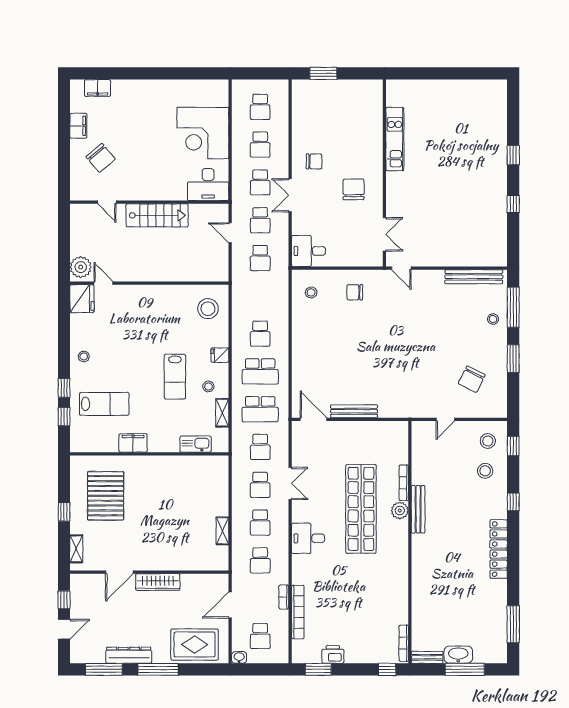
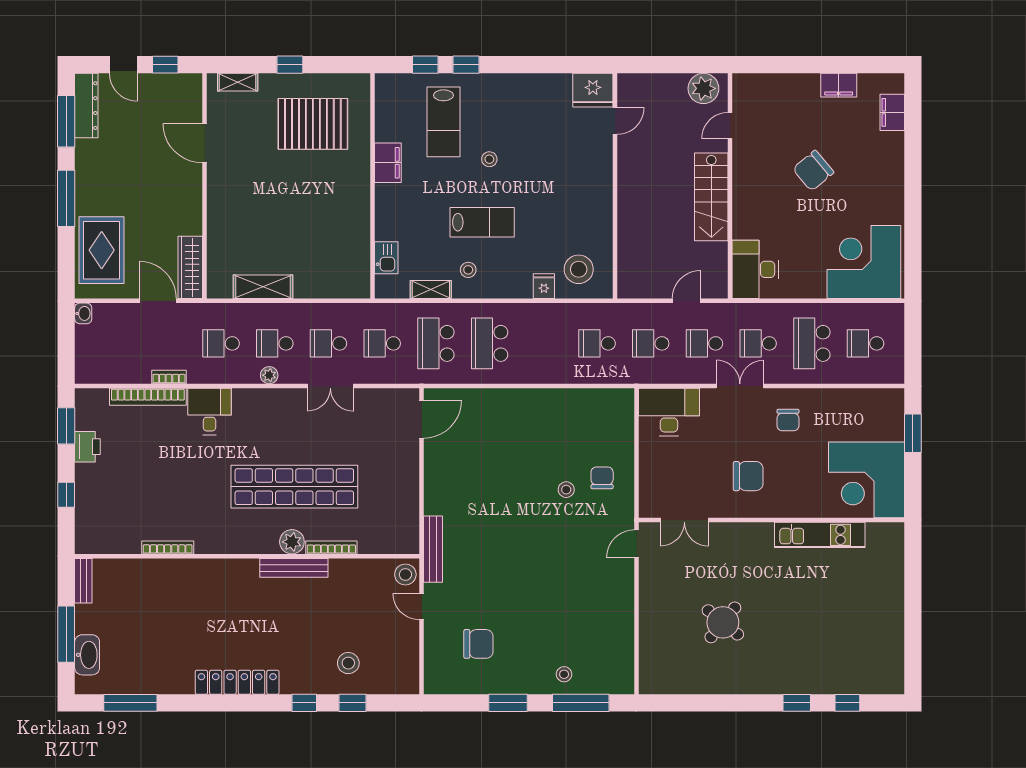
corner desk: (356, 106) -> (866, 480), added
corner desk: (203, 133) -> (864, 262), moved
school desk: (260, 145) -> (812, 343), width x1.85
chair: (101, 158) -> (813, 171), moved
window: (513, 204) -> (847, 703), moved
round table: (457, 207) -> (723, 622), added
desk: (308, 251) -> (669, 412), width x1.37
plant: (81, 267) -> (703, 88), moved
bench: (474, 277) -> (624, 647), removed
stool: (311, 292) -> (566, 490), moved
school desk: (260, 334) -> (597, 343), moved
fridge: (220, 355) -> (544, 286), moved
stool: (84, 356) -> (489, 159), moved
lab bench: (175, 377) -> (482, 222), turned 180
chair: (472, 379) -> (478, 644), turned 153
bench: (354, 411) -> (433, 549), moved
stool: (488, 441) -> (405, 574), moved
kitchen sink: (196, 444) -> (386, 258), width x0.73
window: (513, 446) -> (353, 703), moved
plant: (283, 527) -> (269, 375), added
shelving: (222, 531) -> (263, 287), width x1.50, depth x1.33
desk: (308, 538) -> (209, 411), moved
wardrobe: (158, 582) -> (190, 267), moved
school desk: (260, 636) -> (114, 343), removed
bookcase: (404, 643) -> (168, 547), moved
dresser: (129, 655) -> (86, 106), moved
washbasin: (458, 655) -> (87, 655), moved
window: (387, 669) -> (66, 495), moved

